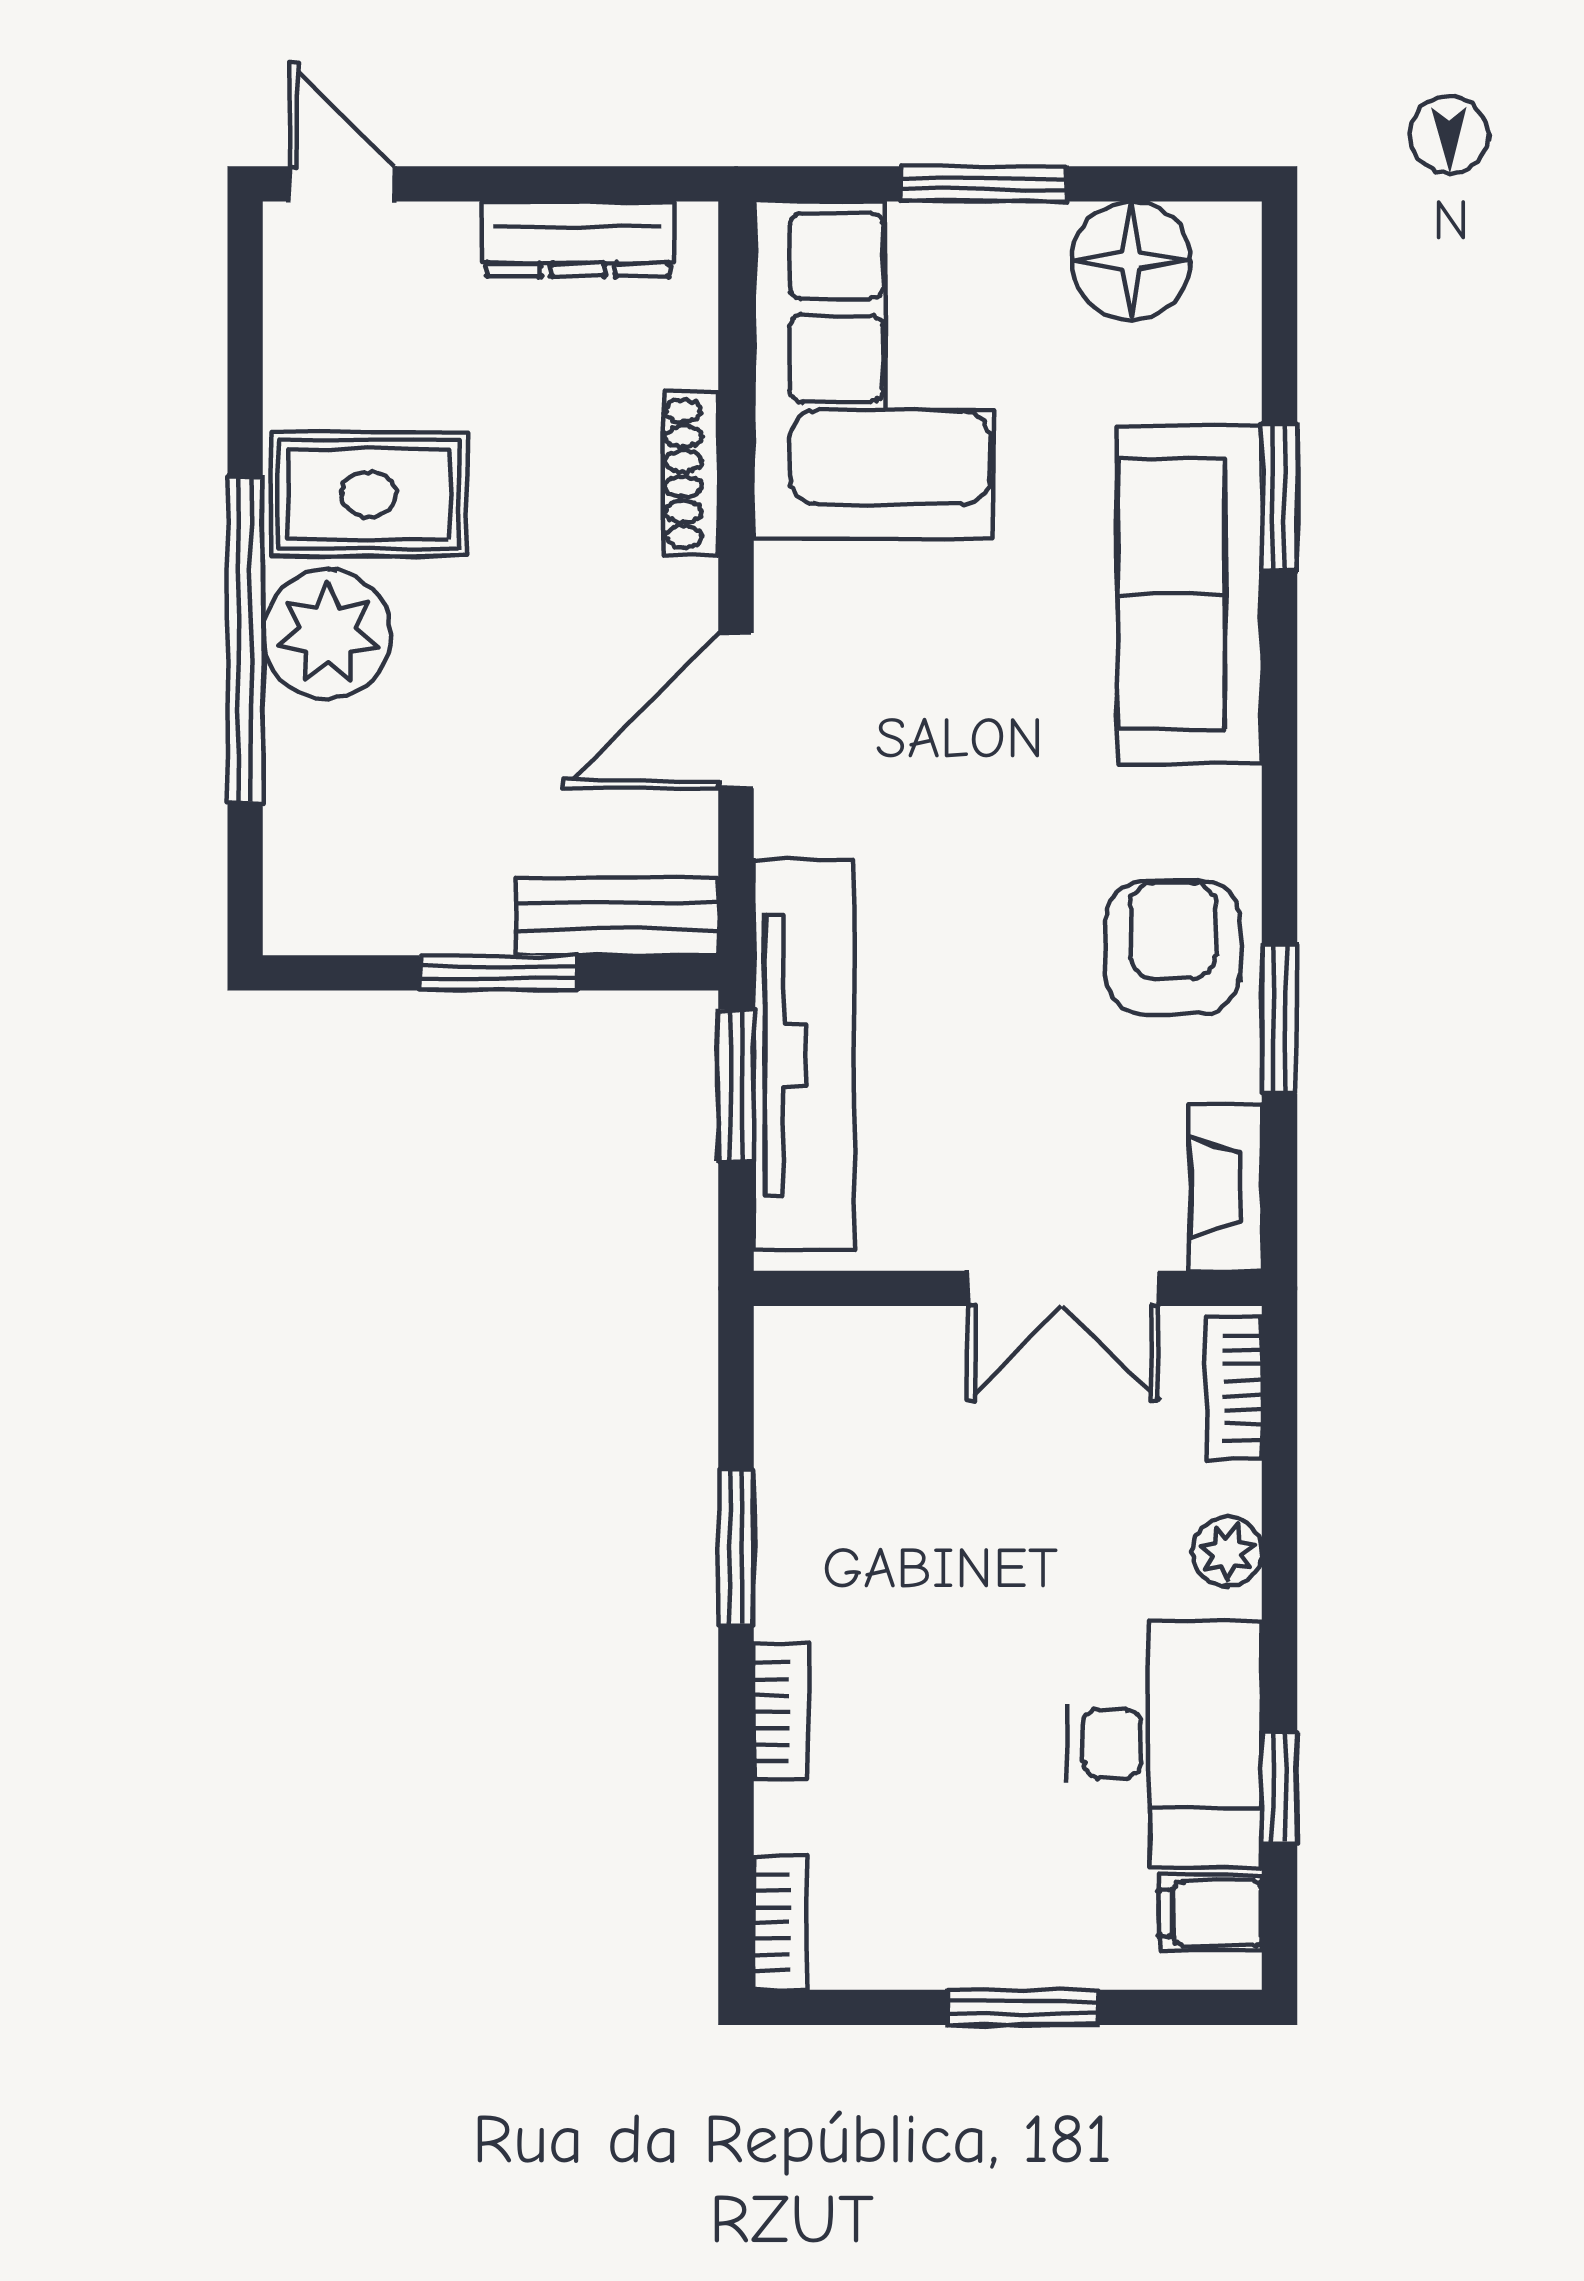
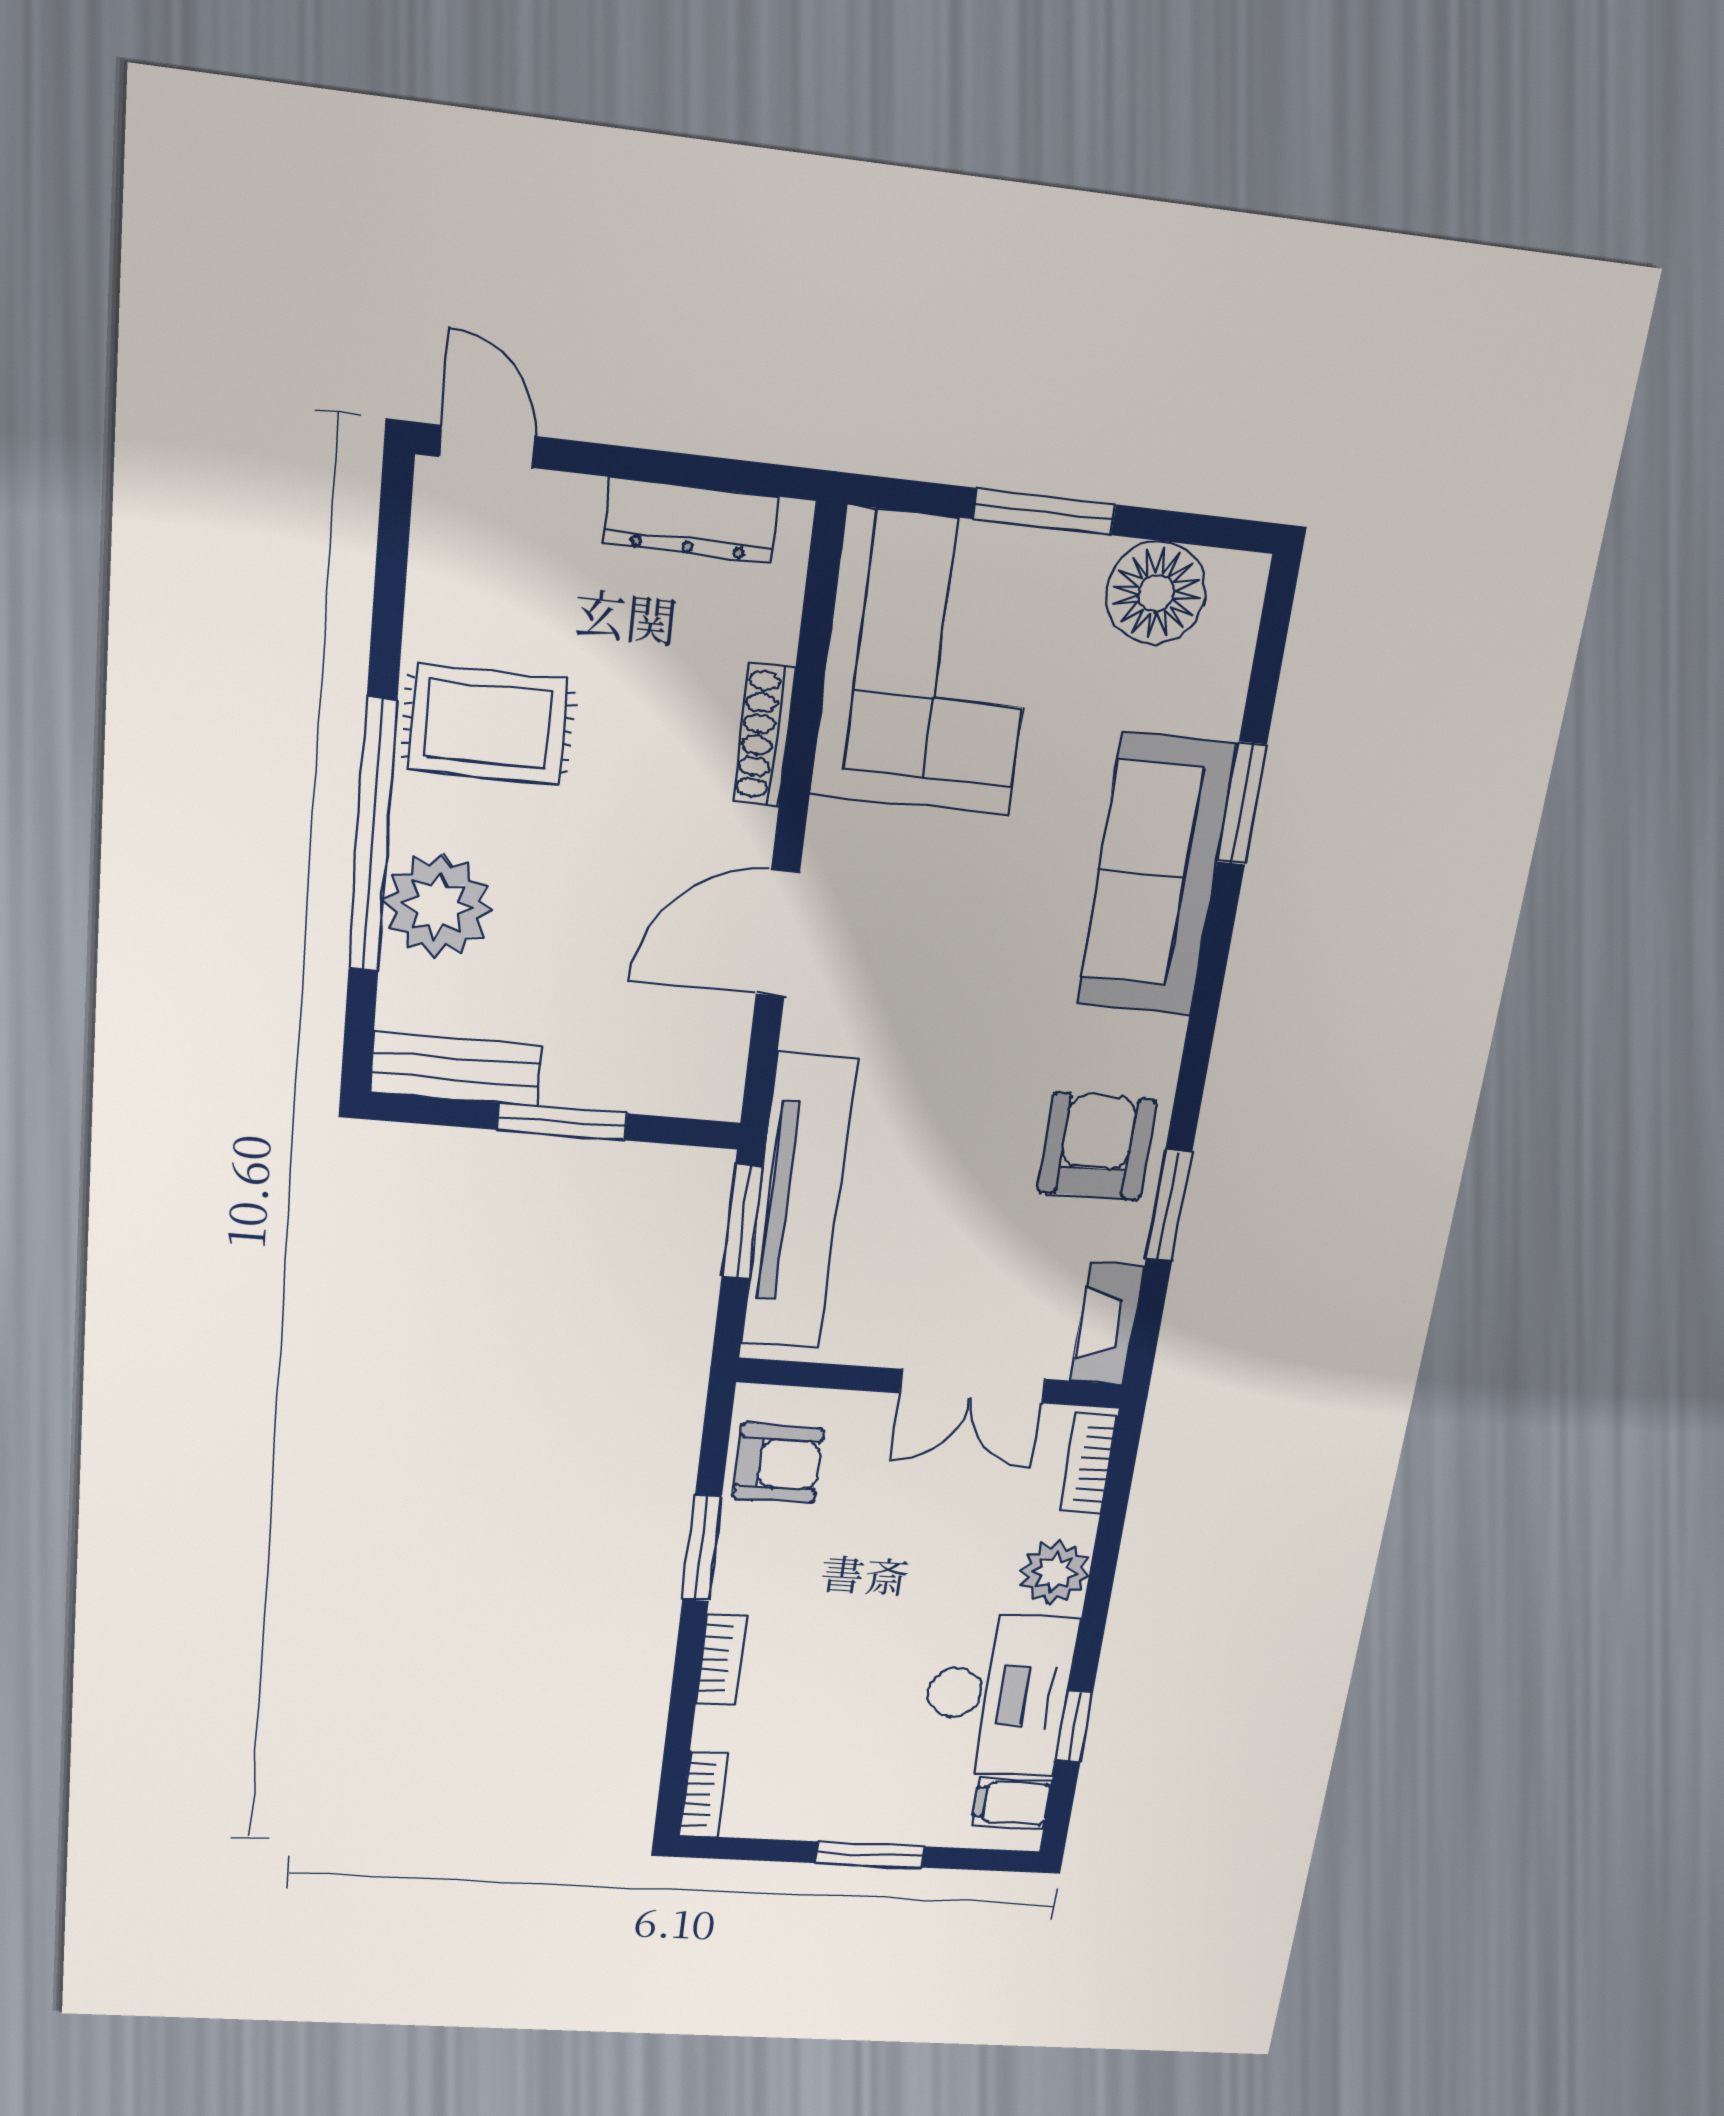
plant: (327, 634) -> (438, 906), moved
bench: (617, 917) -> (456, 1069), moved
armchair: (822, 1417) -> (778, 1463), added
plant: (1227, 1552) -> (1055, 1572), width x1.38, depth x1.38

